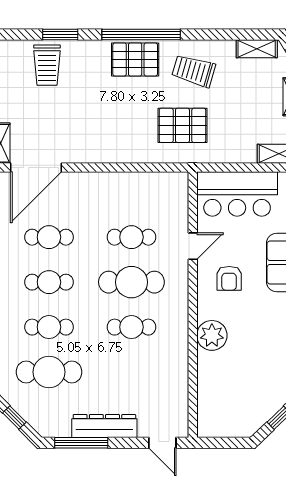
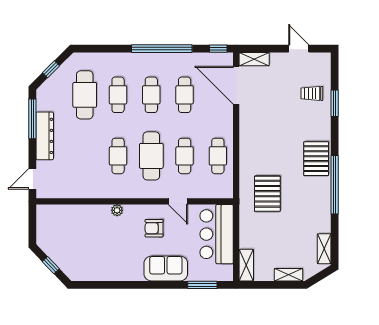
window: (141, 34) -> (335, 185), moved
trolley: (47, 65) -> (312, 93), width x0.73, depth x0.72
trolley: (194, 71) -> (308, 202), removed
cafe table: (131, 192) -> (218, 156), added
plant: (212, 335) -> (117, 210), width x0.53, depth x0.53

